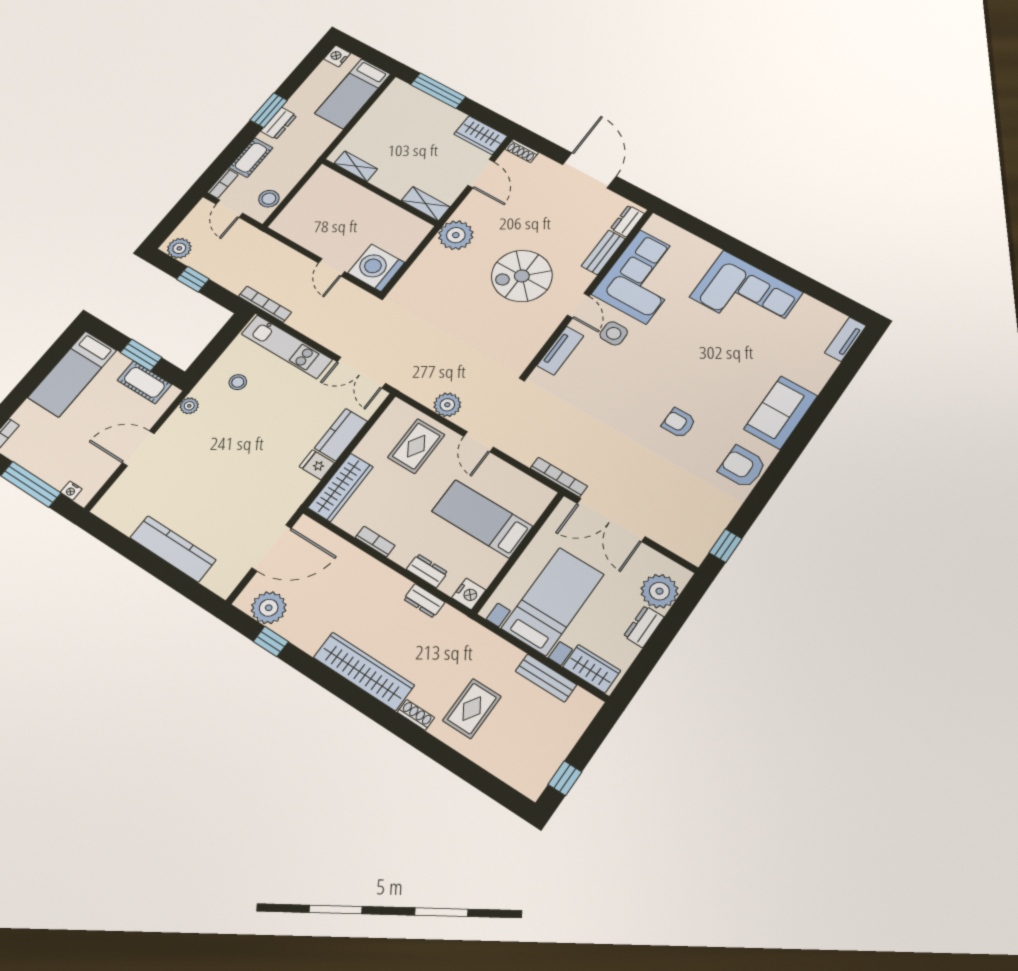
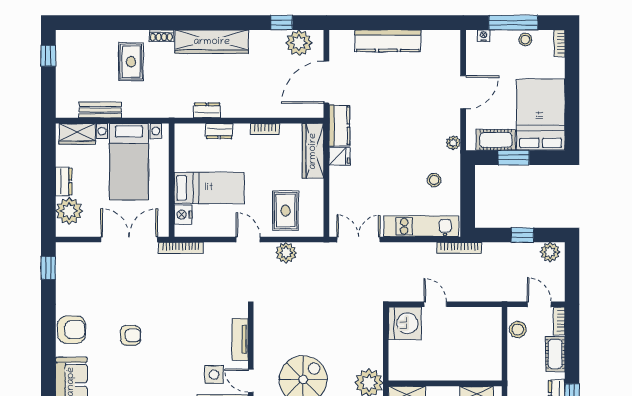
bed: (72, 374) -> (541, 115), width x1.50
kitchen counter: (341, 435) -> (339, 125), moved
stool: (33, 460) -> (525, 39), added
nightstand: (469, 594) -> (183, 215), moved

